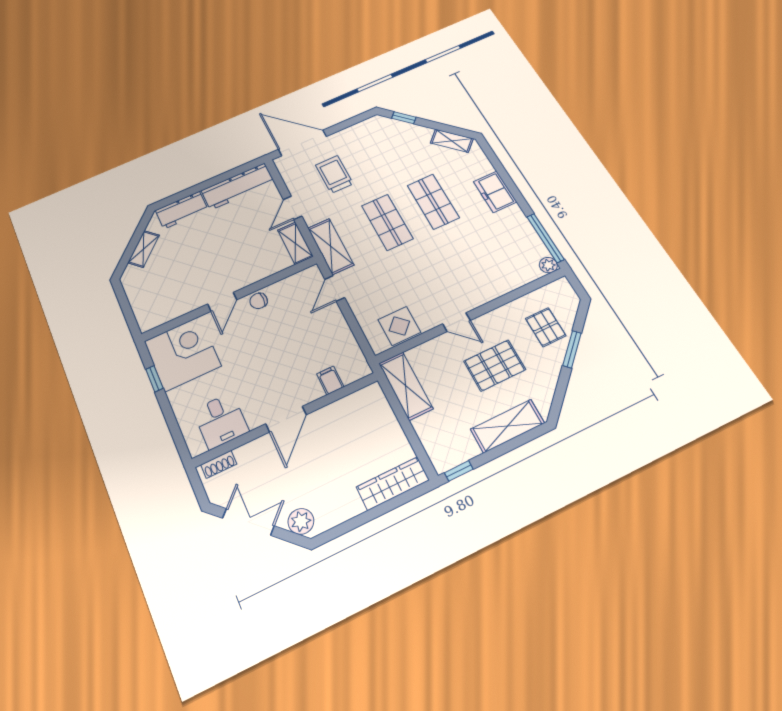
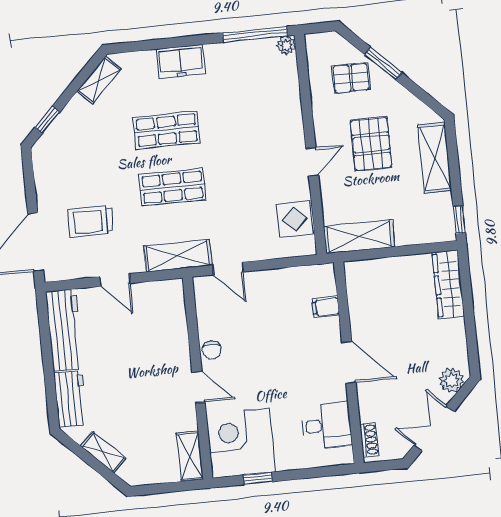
shelving: (295, 243) -> (190, 456), moved, turned 90

